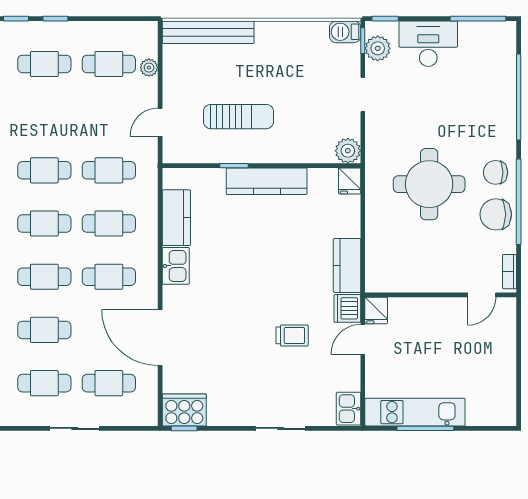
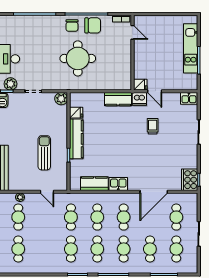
fridge: (350, 181) -> (76, 113), moved
chair: (496, 214) -> (93, 25), turned -90
kitchen unit: (415, 412) -> (191, 48), moved

